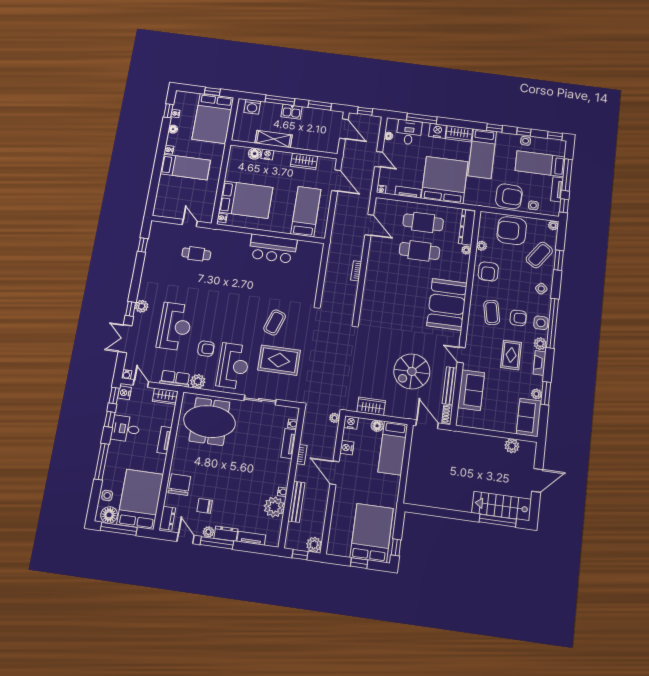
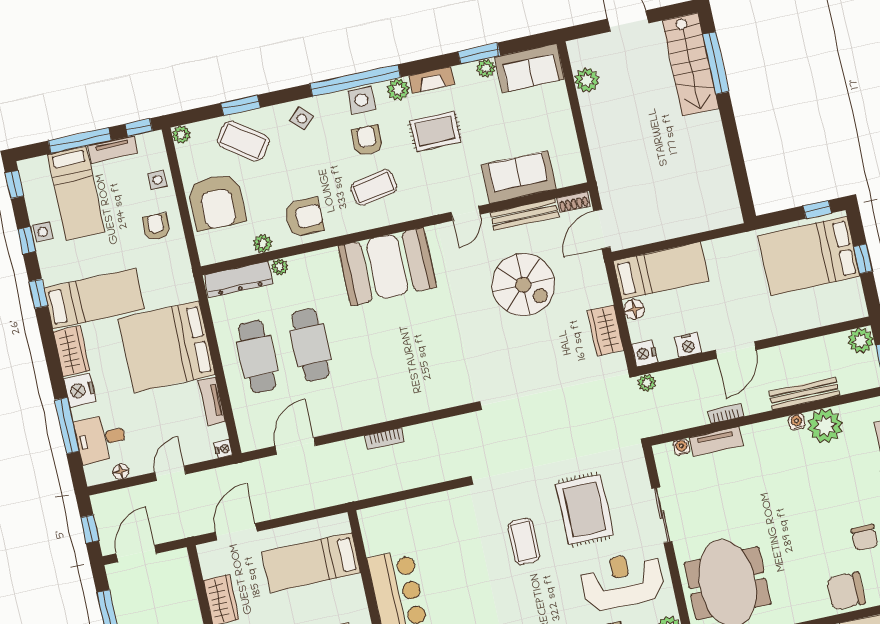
armchair: (509, 196) -> (156, 227), width x0.53, depth x0.53
coffee table: (275, 322) -> (524, 541), turned 71

